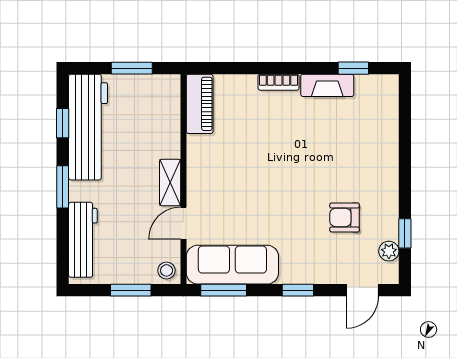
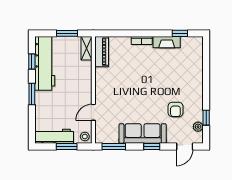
shelving: (170, 182) -> (87, 48), moved
armchair: (345, 217) -> (175, 110), turned -90
workbench: (83, 240) -> (54, 136), moved, turned -90
sofa: (232, 265) -> (143, 134), moved

